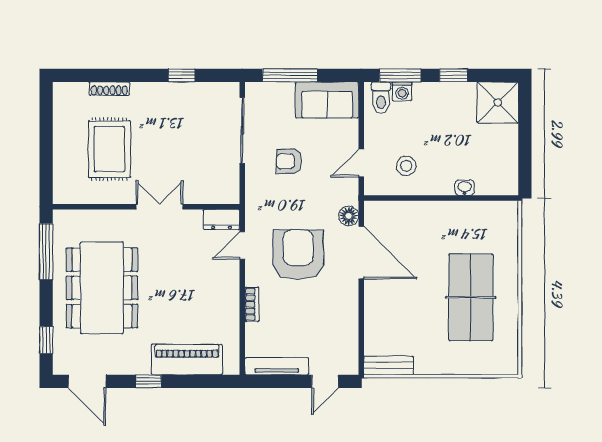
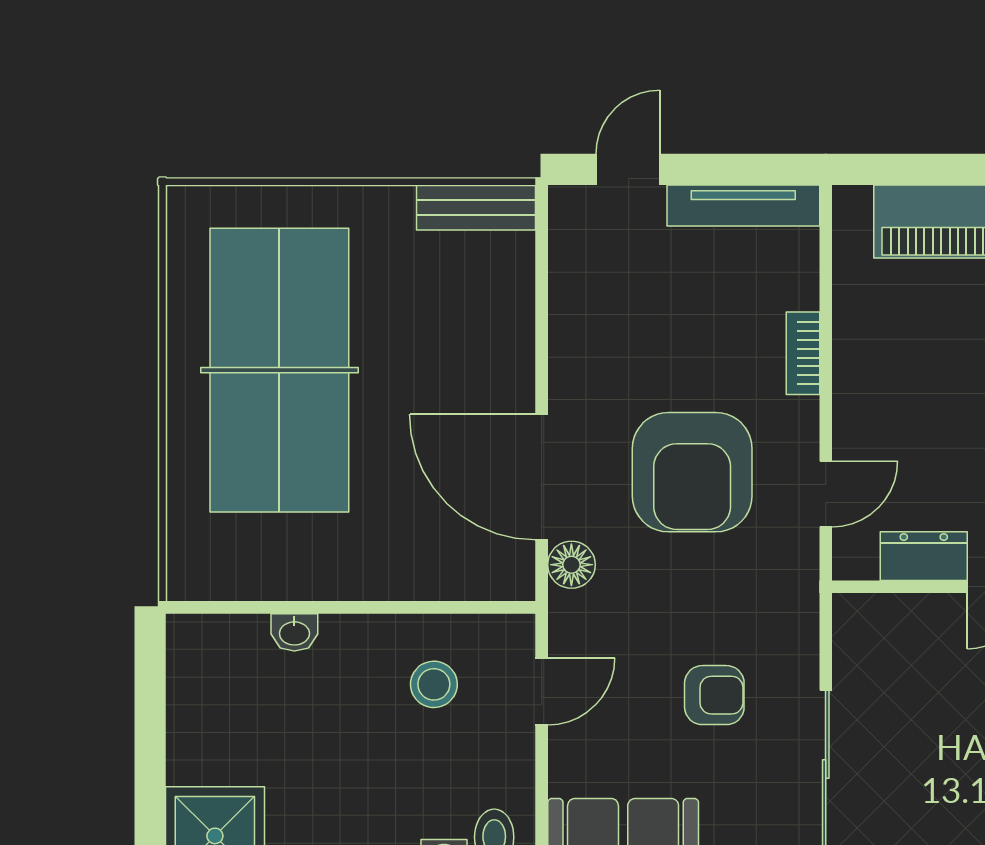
dresser: (222, 220) -> (924, 556), moved
table tennis table: (471, 297) -> (279, 370), width x1.36, depth x1.32

